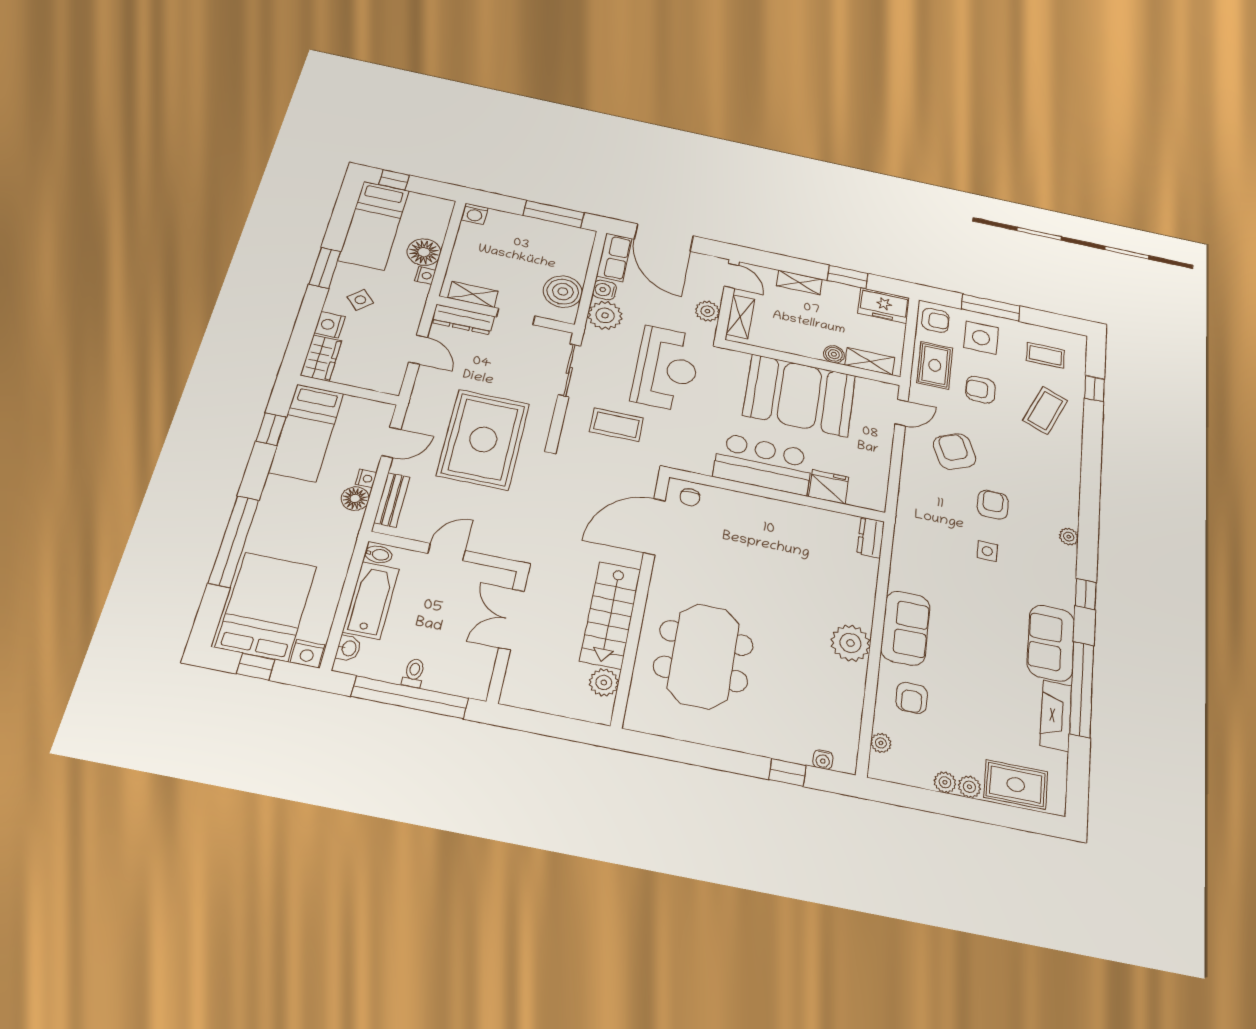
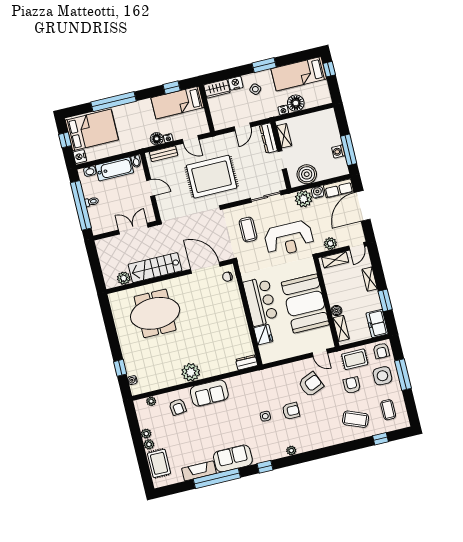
washing machine: (475, 214) -> (338, 152), moved
armchair: (912, 698) -> (178, 407), turned -97

